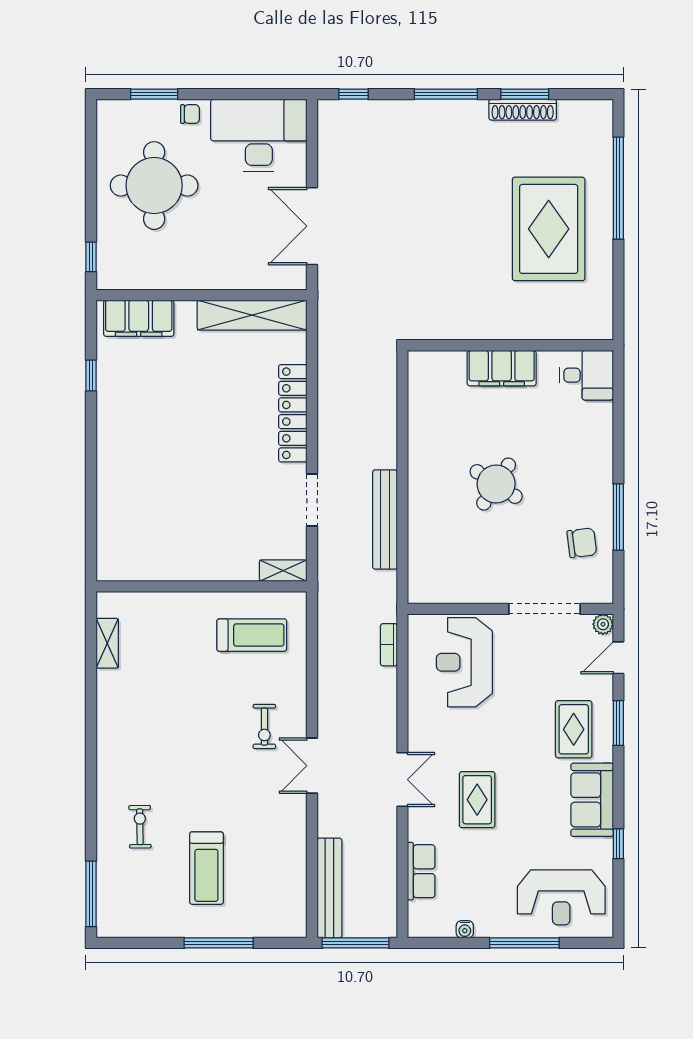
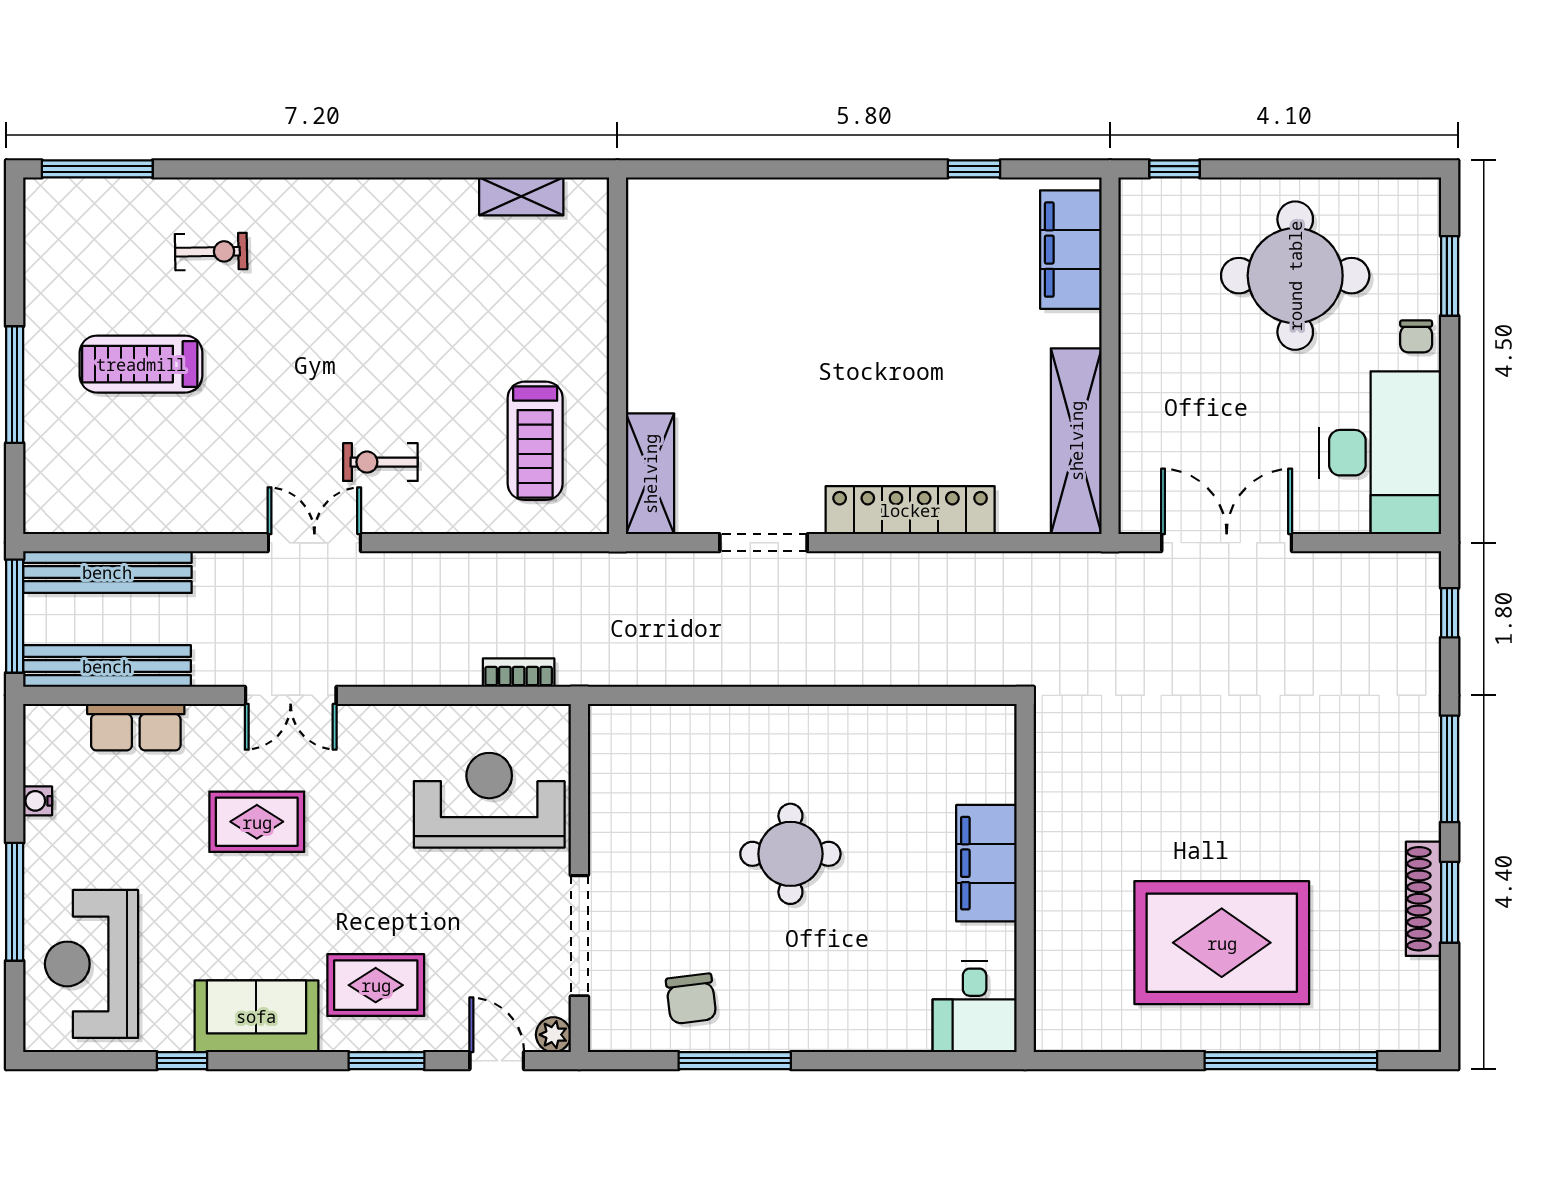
round table: (496, 484) -> (790, 854), turned -33
bench: (385, 520) -> (107, 666), moved
shelving: (283, 571) -> (650, 474), width x1.50, depth x1.33

